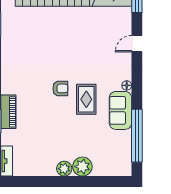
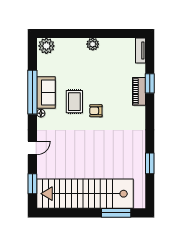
window: (137, 136) -> (32, 92), moved
plant: (82, 167) -> (46, 46), moved

